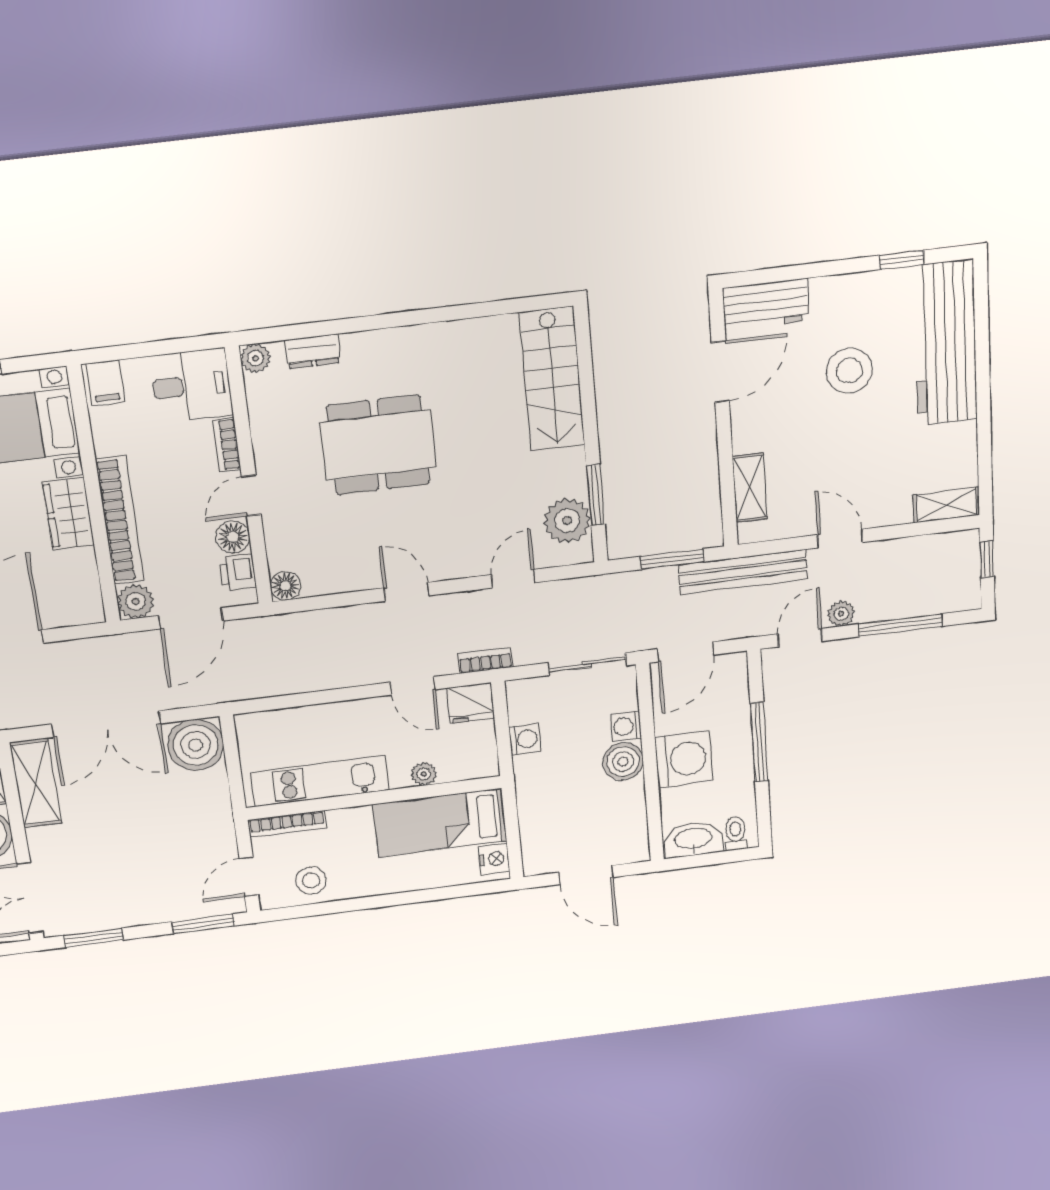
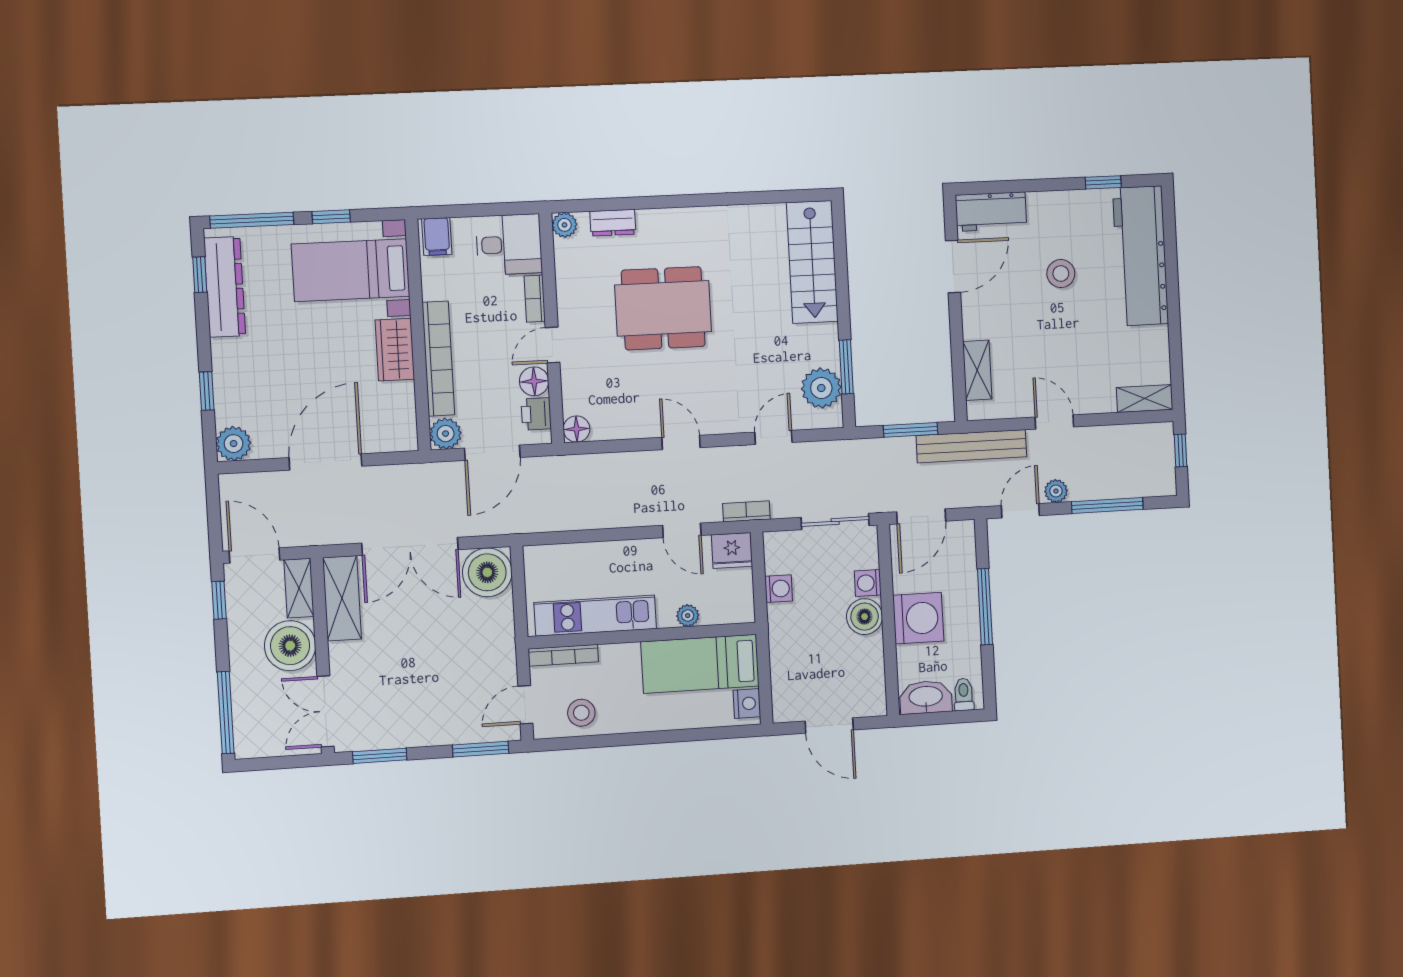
stool: (849, 371) -> (1061, 274), width x0.73, depth x0.73

